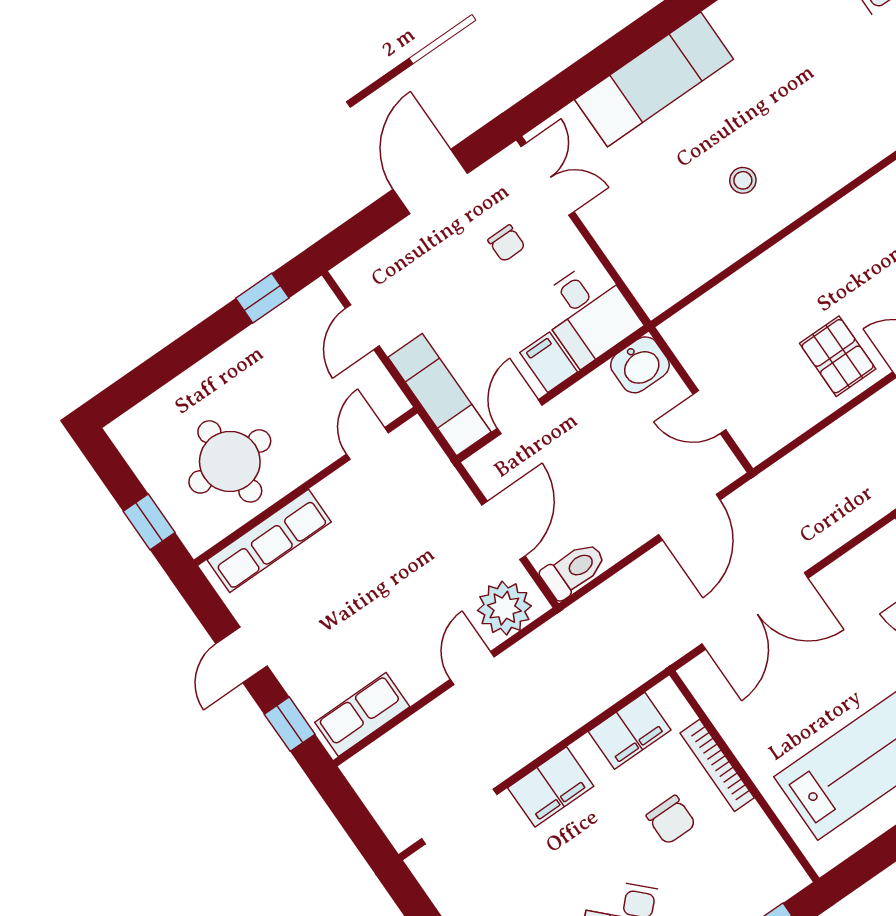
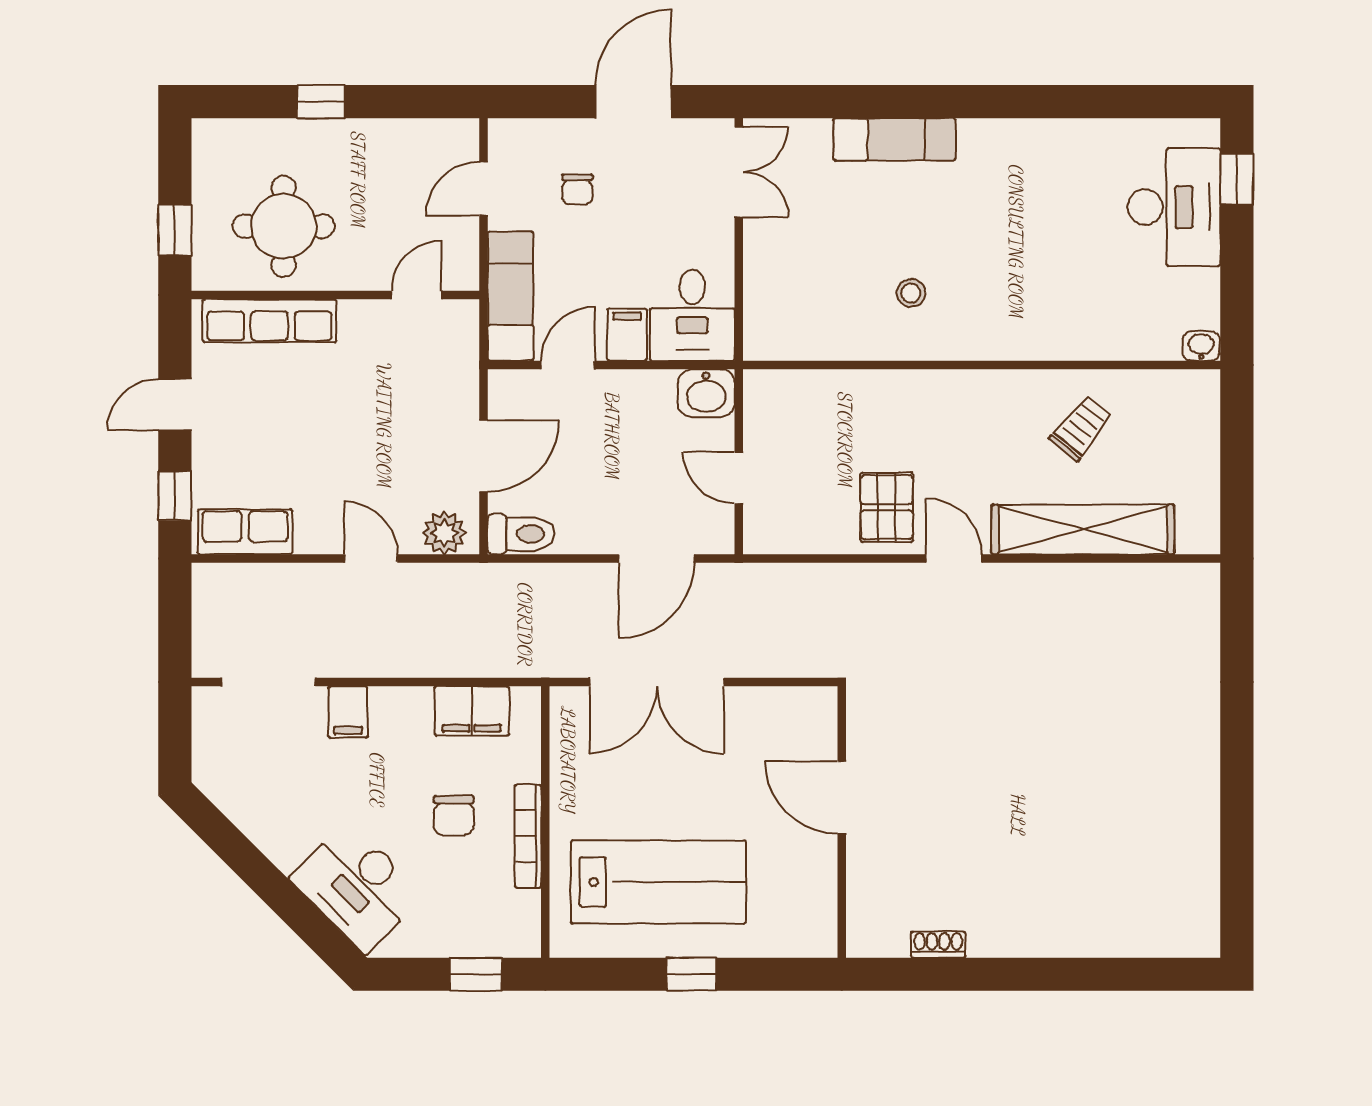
exam couch: (654, 79) -> (894, 139), width x0.73, depth x0.69
chair: (506, 243) -> (577, 189), moved
window: (262, 298) -> (321, 102), moved
plant: (504, 608) -> (444, 533), width x0.73, depth x0.73
door: (472, 668) -> (371, 558), hinge flipped
bookcase: (717, 765) -> (528, 836), moved
filing cabinet: (551, 787) -> (348, 712), width x0.50

